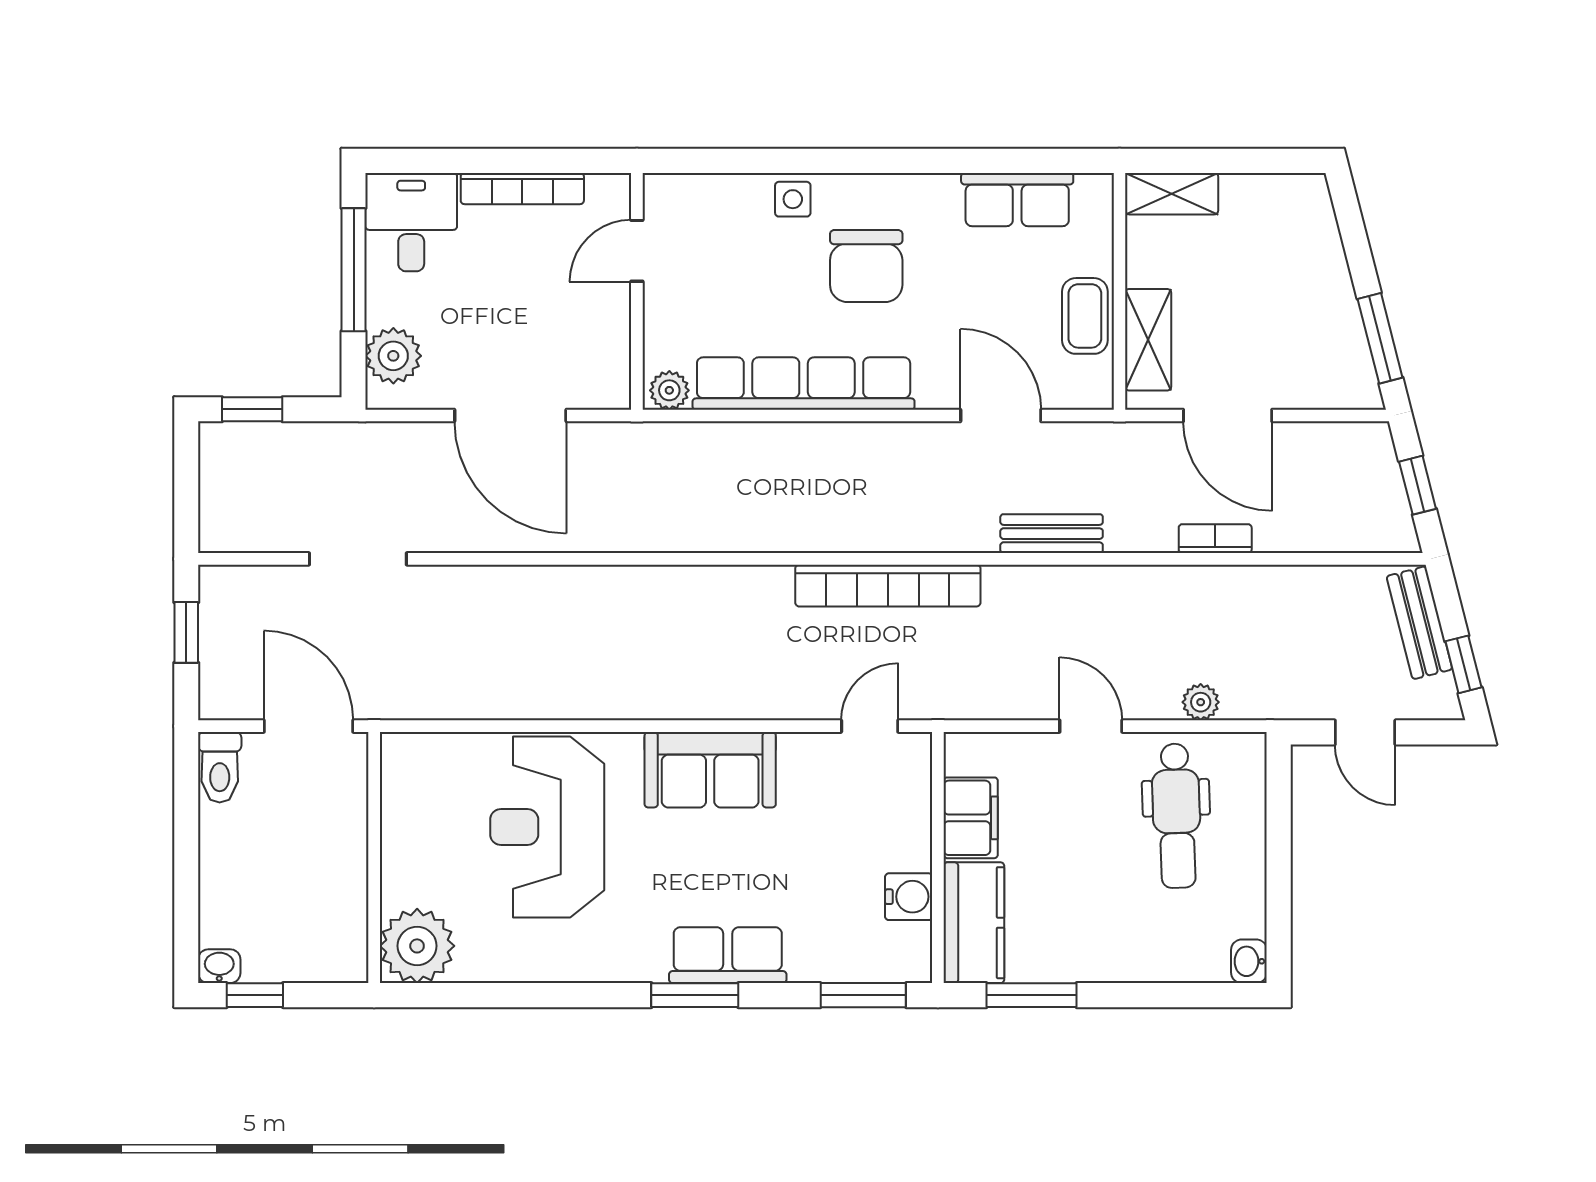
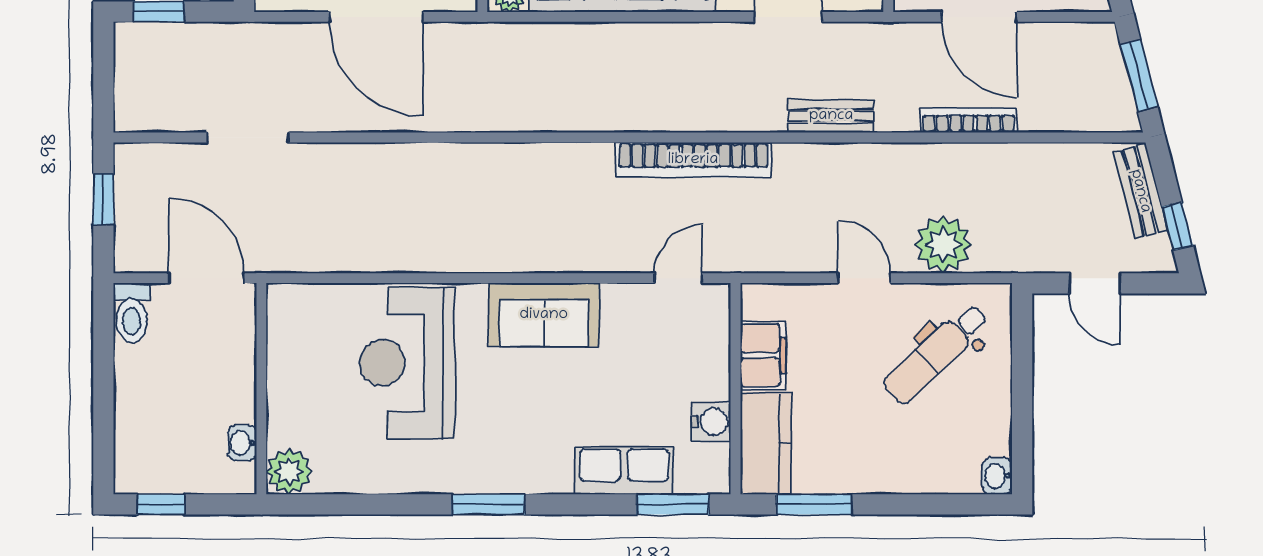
window: (1418, 485) -> (1139, 75), width x1.50
bookcase: (1215, 539) -> (969, 120), width x1.56
plant: (1201, 702) -> (943, 245), width x1.87, depth x1.87
dental chair: (1176, 816) -> (936, 353), turned 49
plant: (417, 946) -> (289, 471), width x0.73, depth x0.73
row of seats: (728, 955) -> (624, 471), moved
washbasin: (219, 966) -> (242, 443), moved, turned -90
window: (695, 995) -> (488, 504), moved

